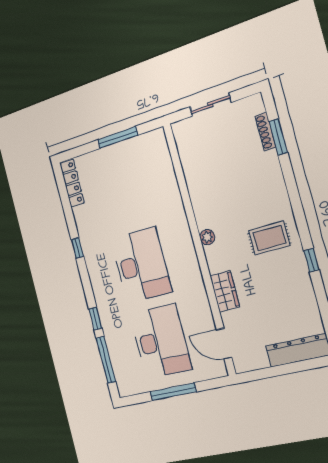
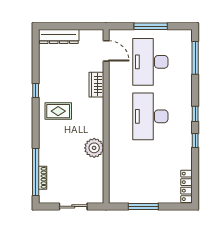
window: (278, 137) -> (36, 172), width x2.11
plant: (207, 237) -> (94, 148), moved, width x1.87, depth x1.87
window: (95, 319) -> (195, 114), moved

